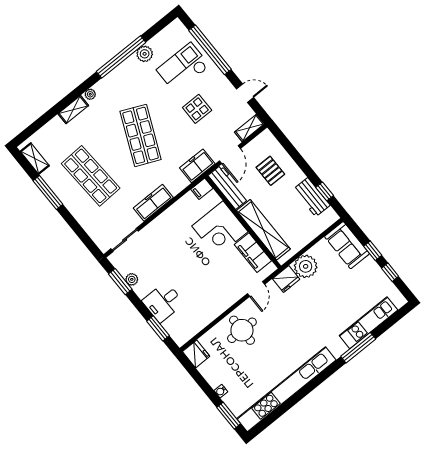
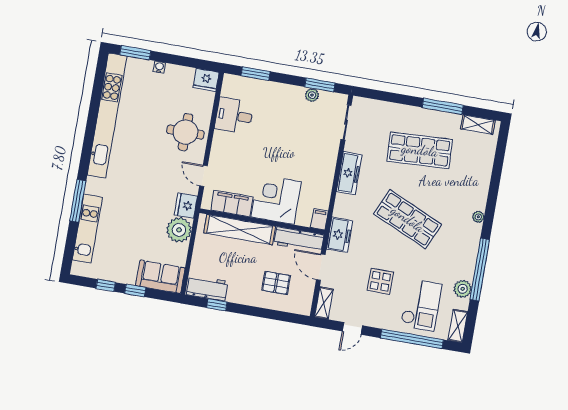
shelving: (73, 110) -> (458, 326), moved
workbench: (312, 197) -> (207, 288), moved
desk: (163, 302) -> (234, 116), moved, turned -90

